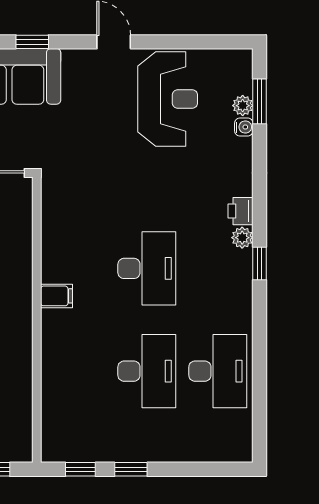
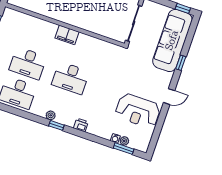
plant: (242, 238) -> (51, 115), moved
filing cabinet: (56, 296) -> (67, 35), width x2.00

